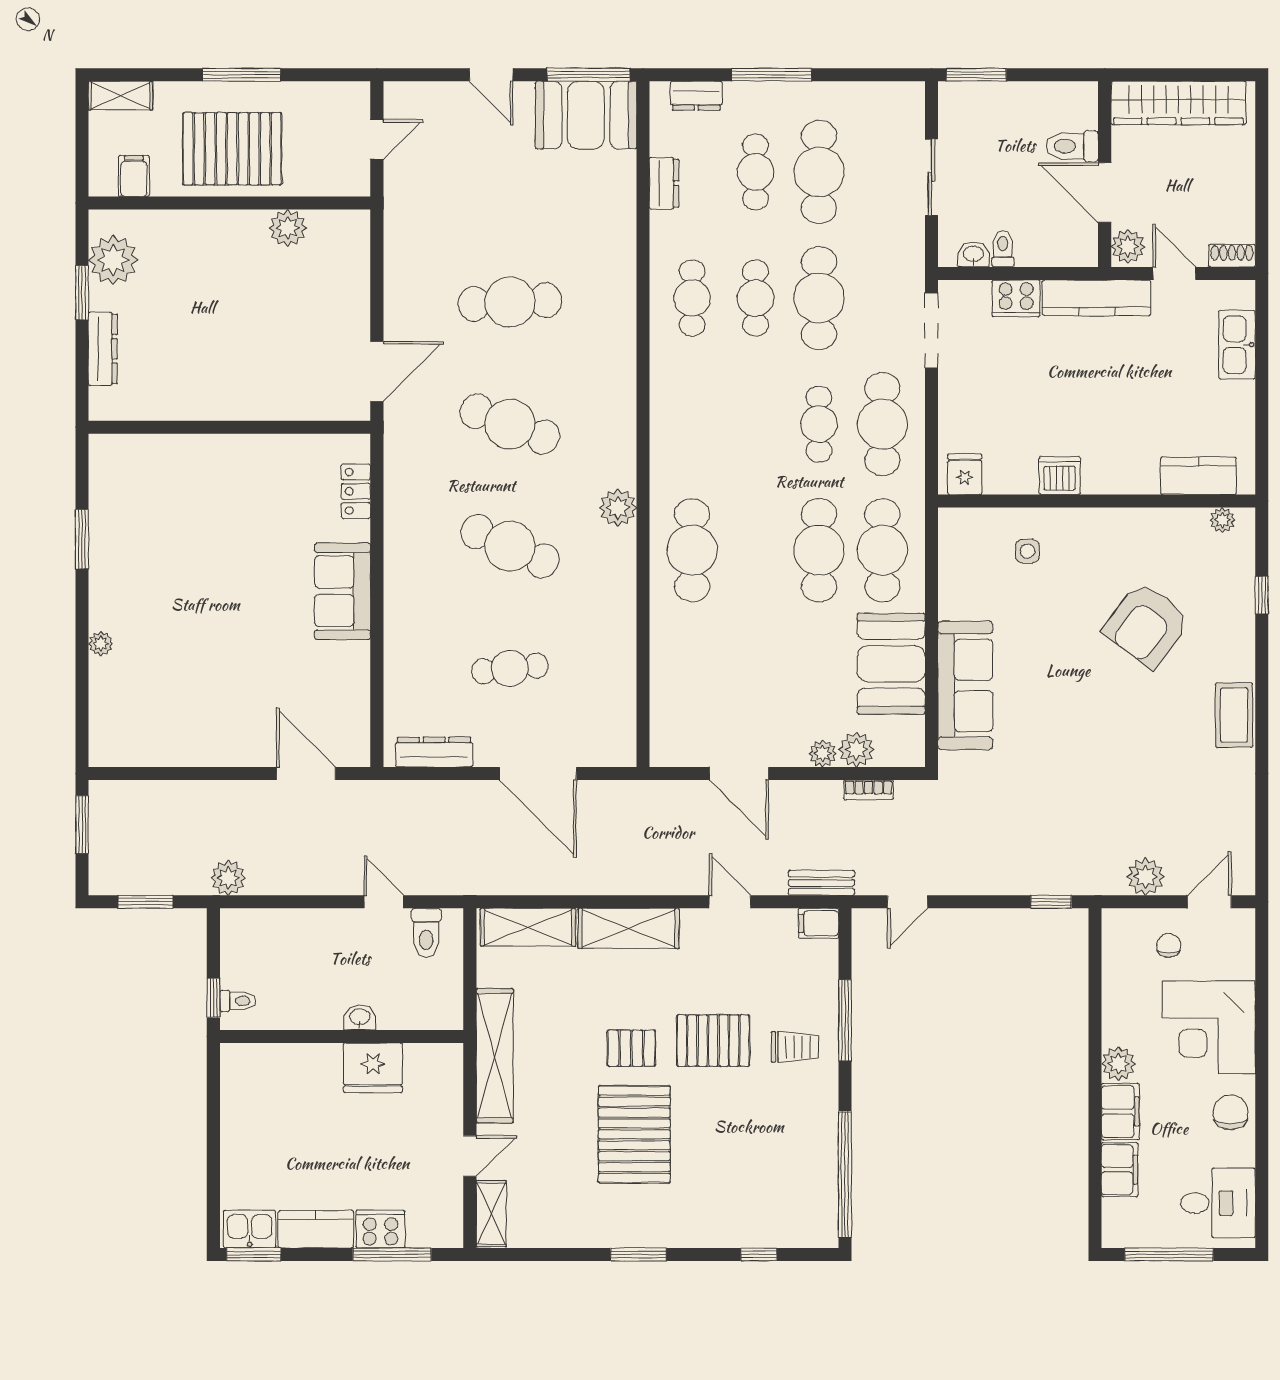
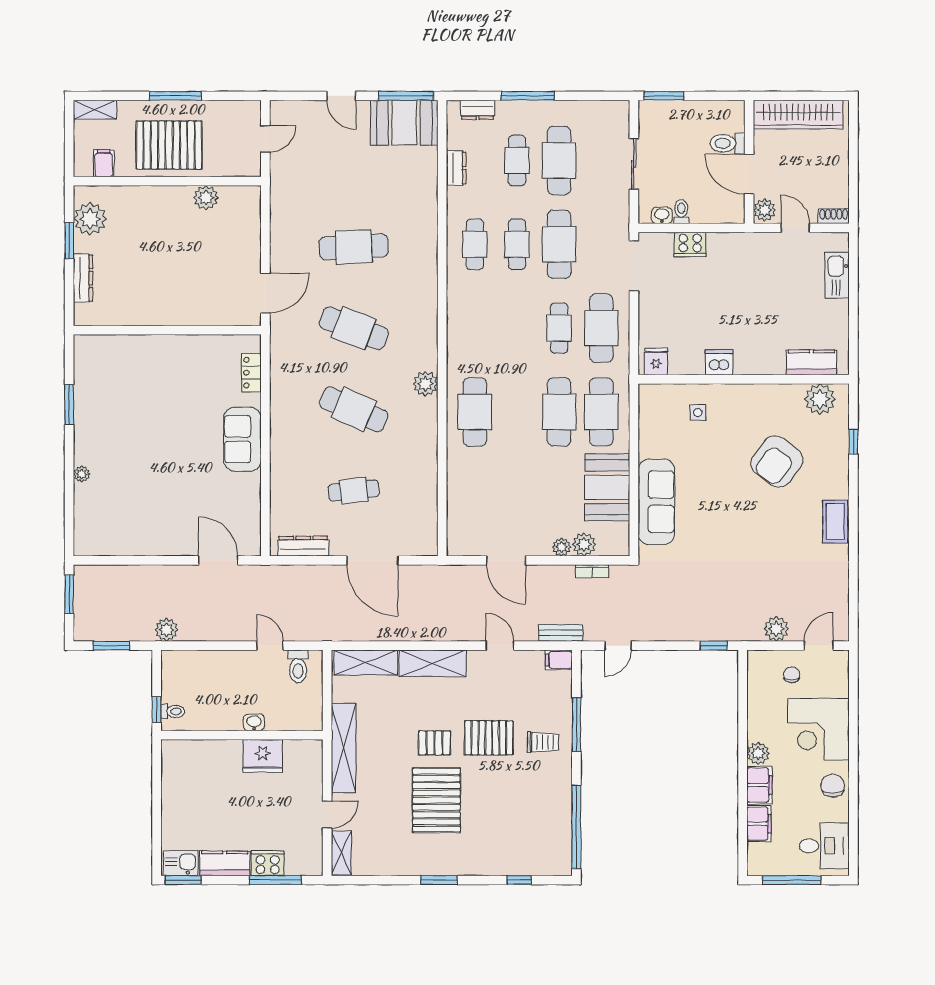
kitchen counter: (1096, 298) -> (744, 244), removed
plant: (1222, 520) -> (820, 399), width x1.88, depth x1.88

